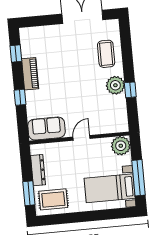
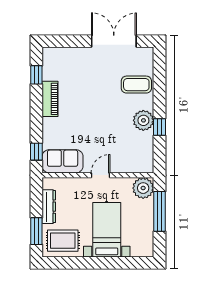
coffee table: (106, 54) -> (136, 85), turned 90
window: (20, 97) -> (36, 152), moved
window: (138, 178) -> (160, 211), moved
bed with nightstands: (110, 188) -> (107, 230), moved, turned 90

